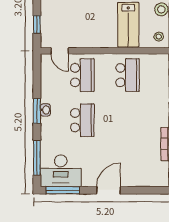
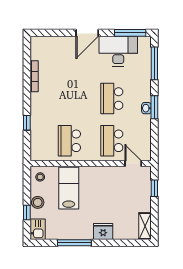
desk: (61, 171) -> (118, 51), moved

